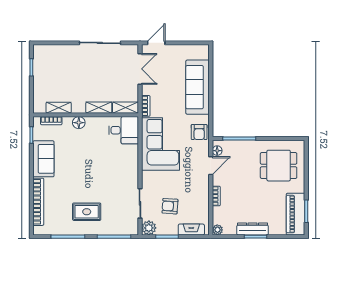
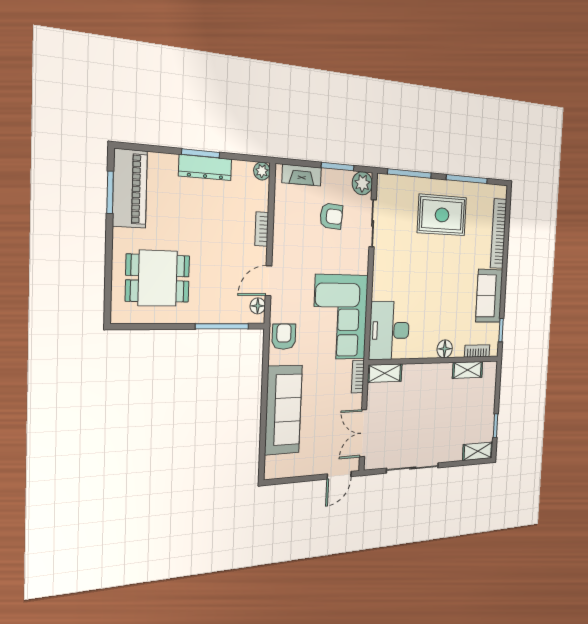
shelving: (99, 108) -> (478, 451), moved
desk: (124, 130) -> (389, 330), width x1.37
rug: (87, 212) -> (442, 215), width x1.36, depth x1.43

